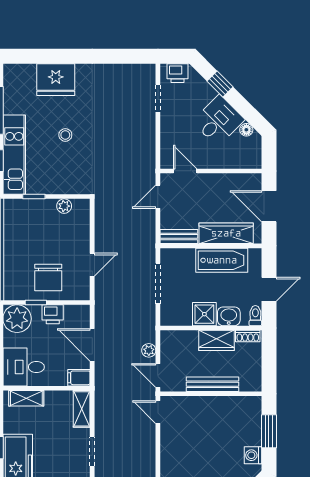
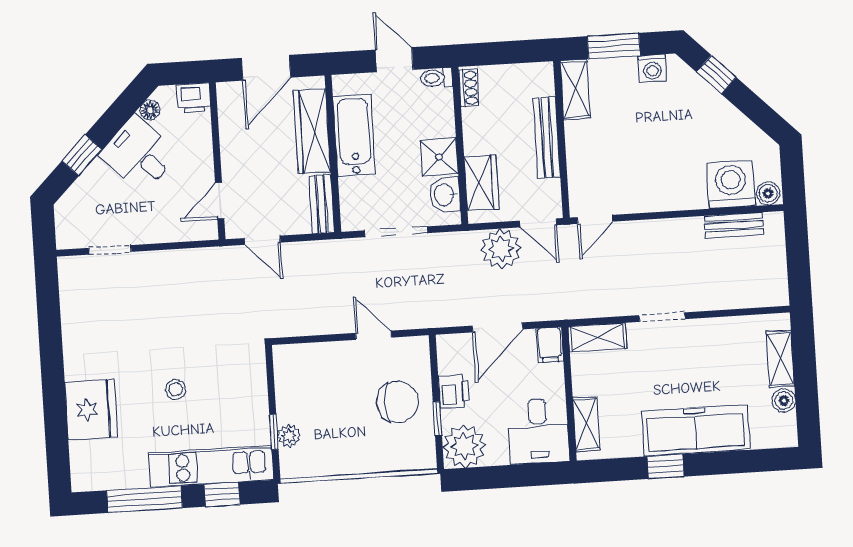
printer: (178, 73) -> (194, 98), moved, turned 90
plant: (64, 206) -> (289, 436), moved
washbasin: (229, 316) -> (445, 195), moved
wardrobe: (217, 340) -> (481, 183), moved
plant: (149, 350) -> (501, 249), width x1.88, depth x1.88
door: (158, 375) -> (538, 223), hinge flipped
shelving: (242, 405) -> (575, 89), added

